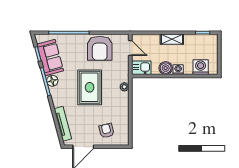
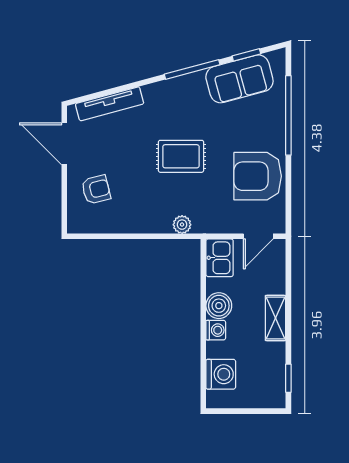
floor lamp: (52, 81) -> (194, 83), removed
rug: (90, 87) -> (181, 156), width x0.73, depth x0.70

